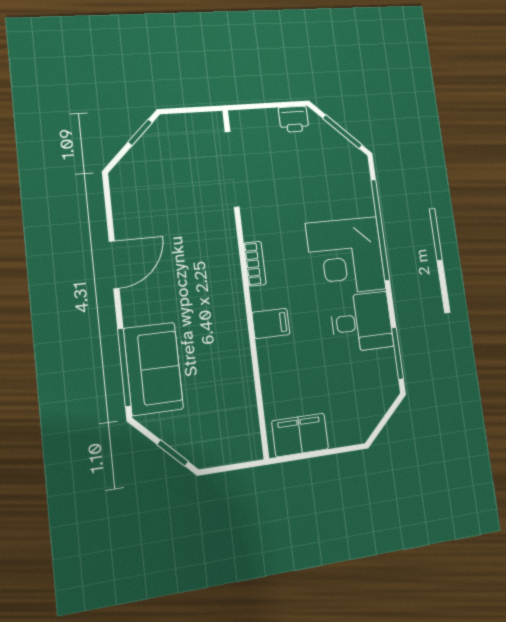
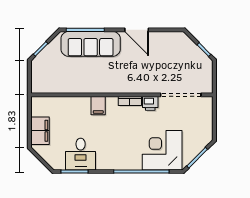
printer: (294, 119) -> (150, 103), moved, turned -90
corner desk: (346, 256) -> (162, 150), moved
desk: (361, 322) -> (81, 154), moved
sofa: (153, 369) -> (91, 44), width x1.36
filing cabinet: (300, 435) -> (40, 131), moved

